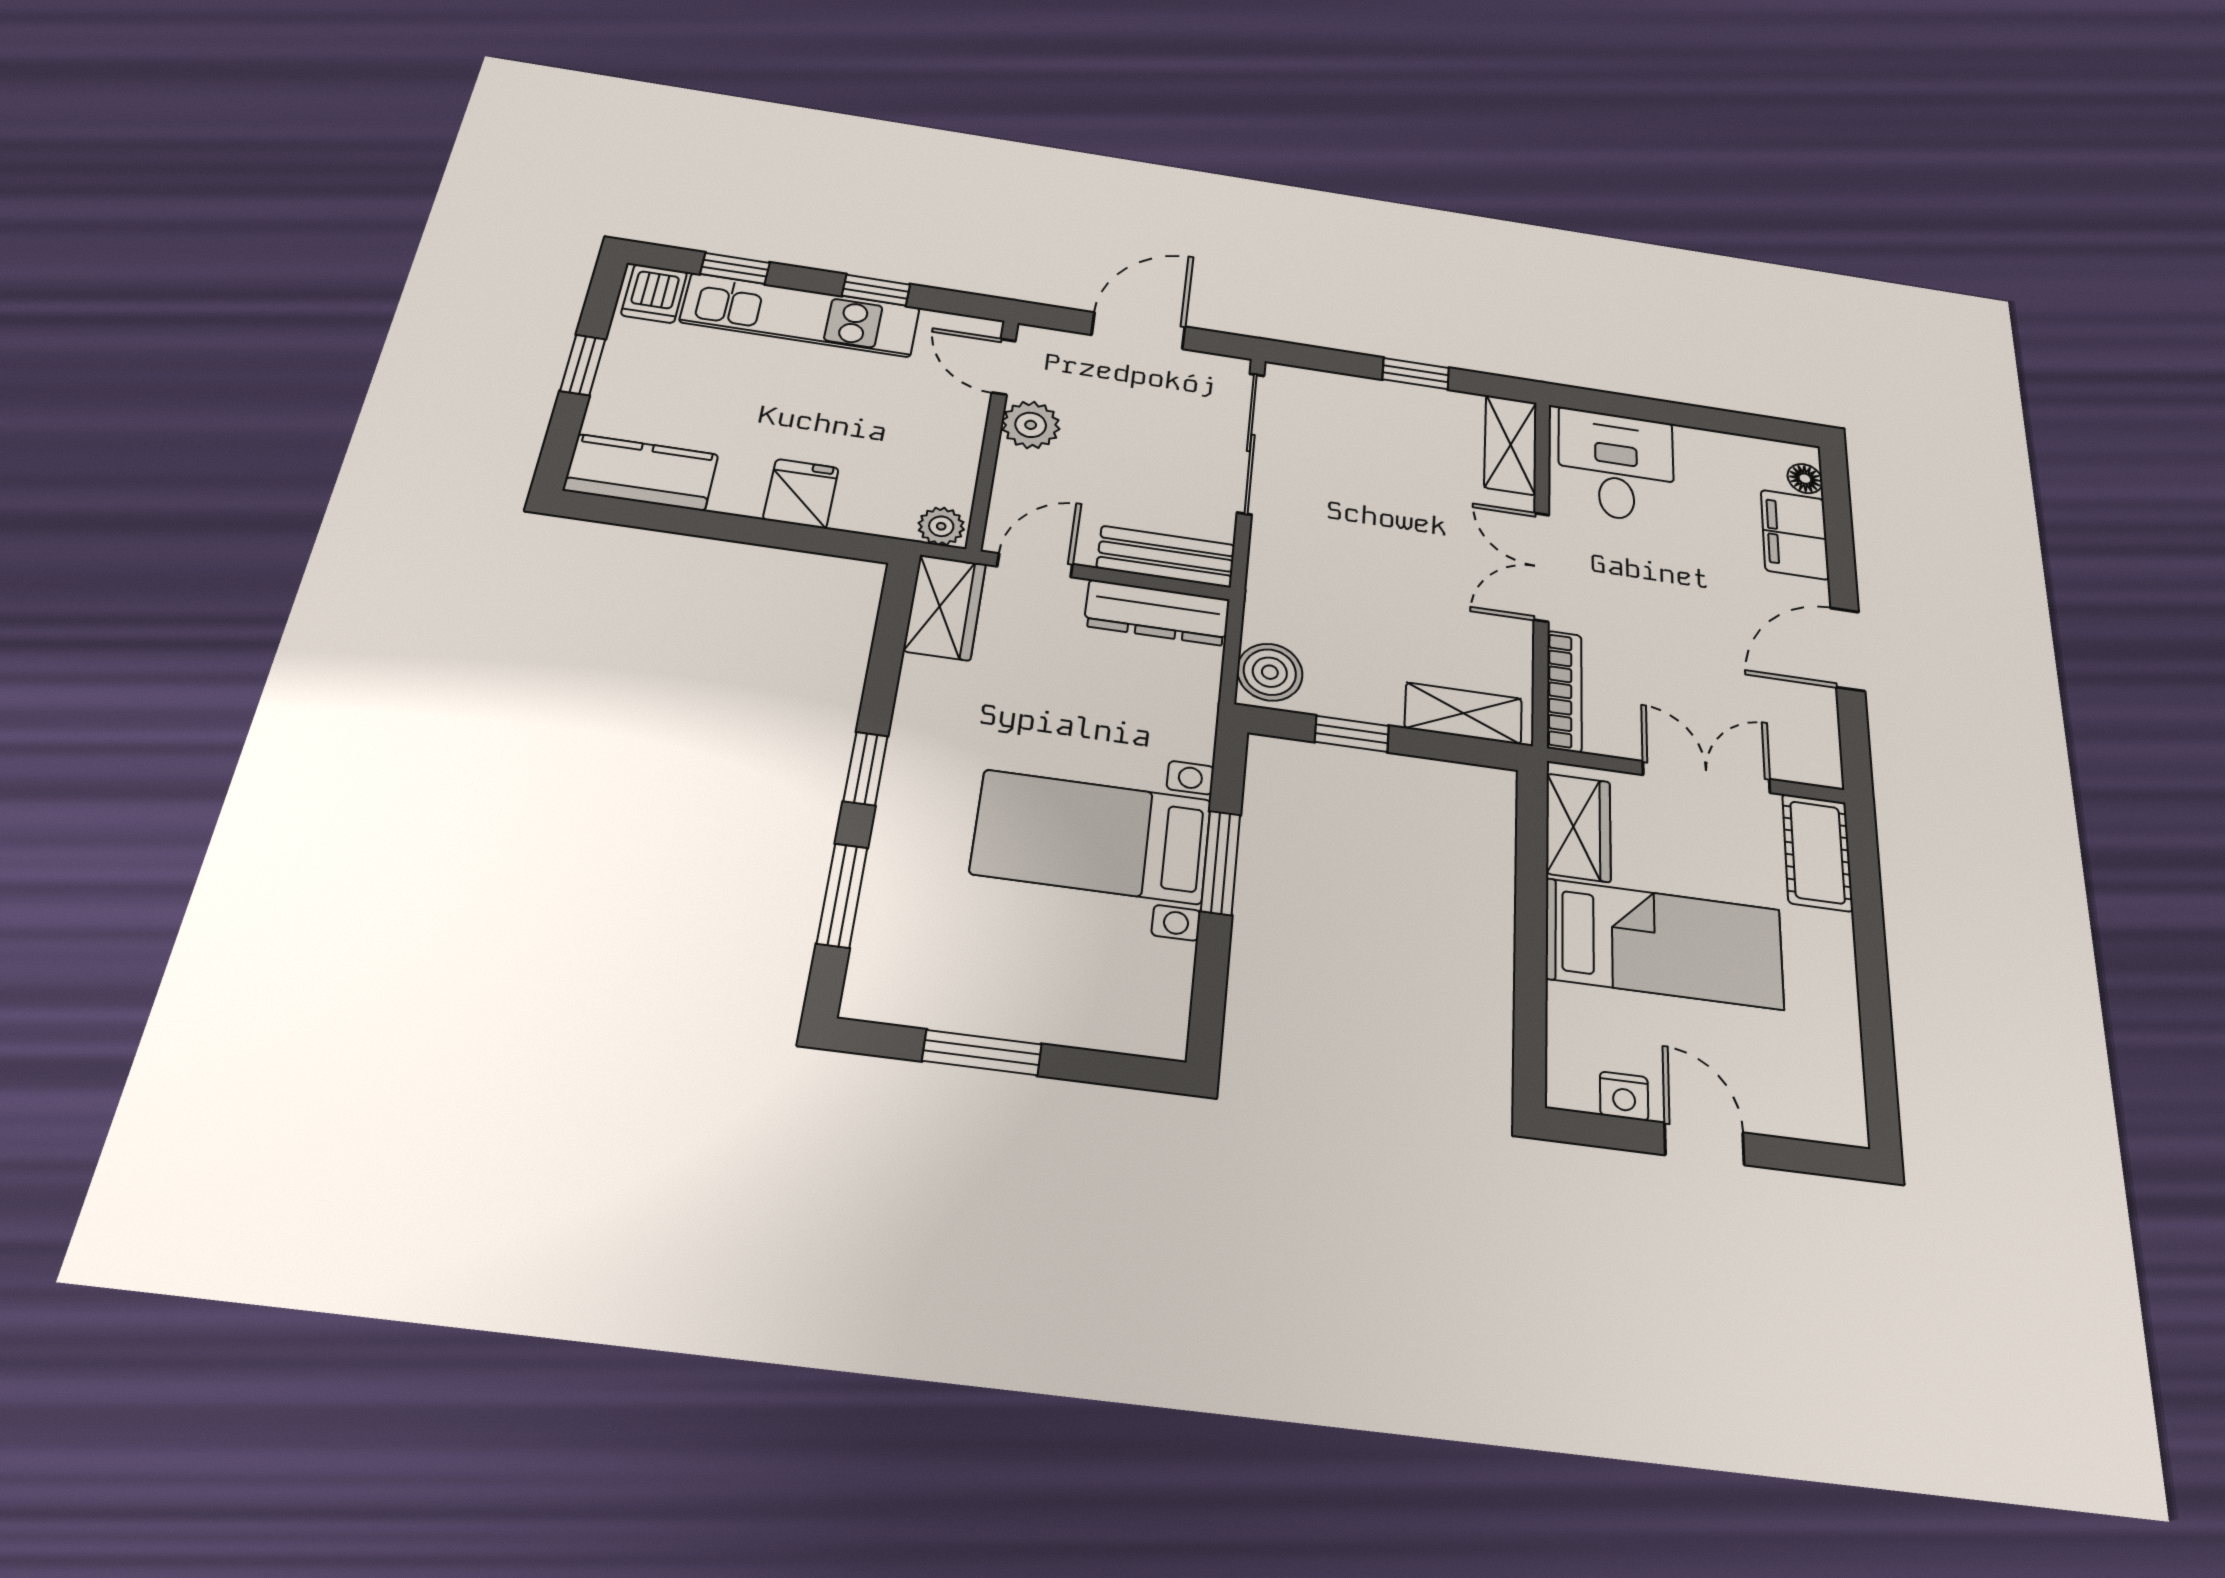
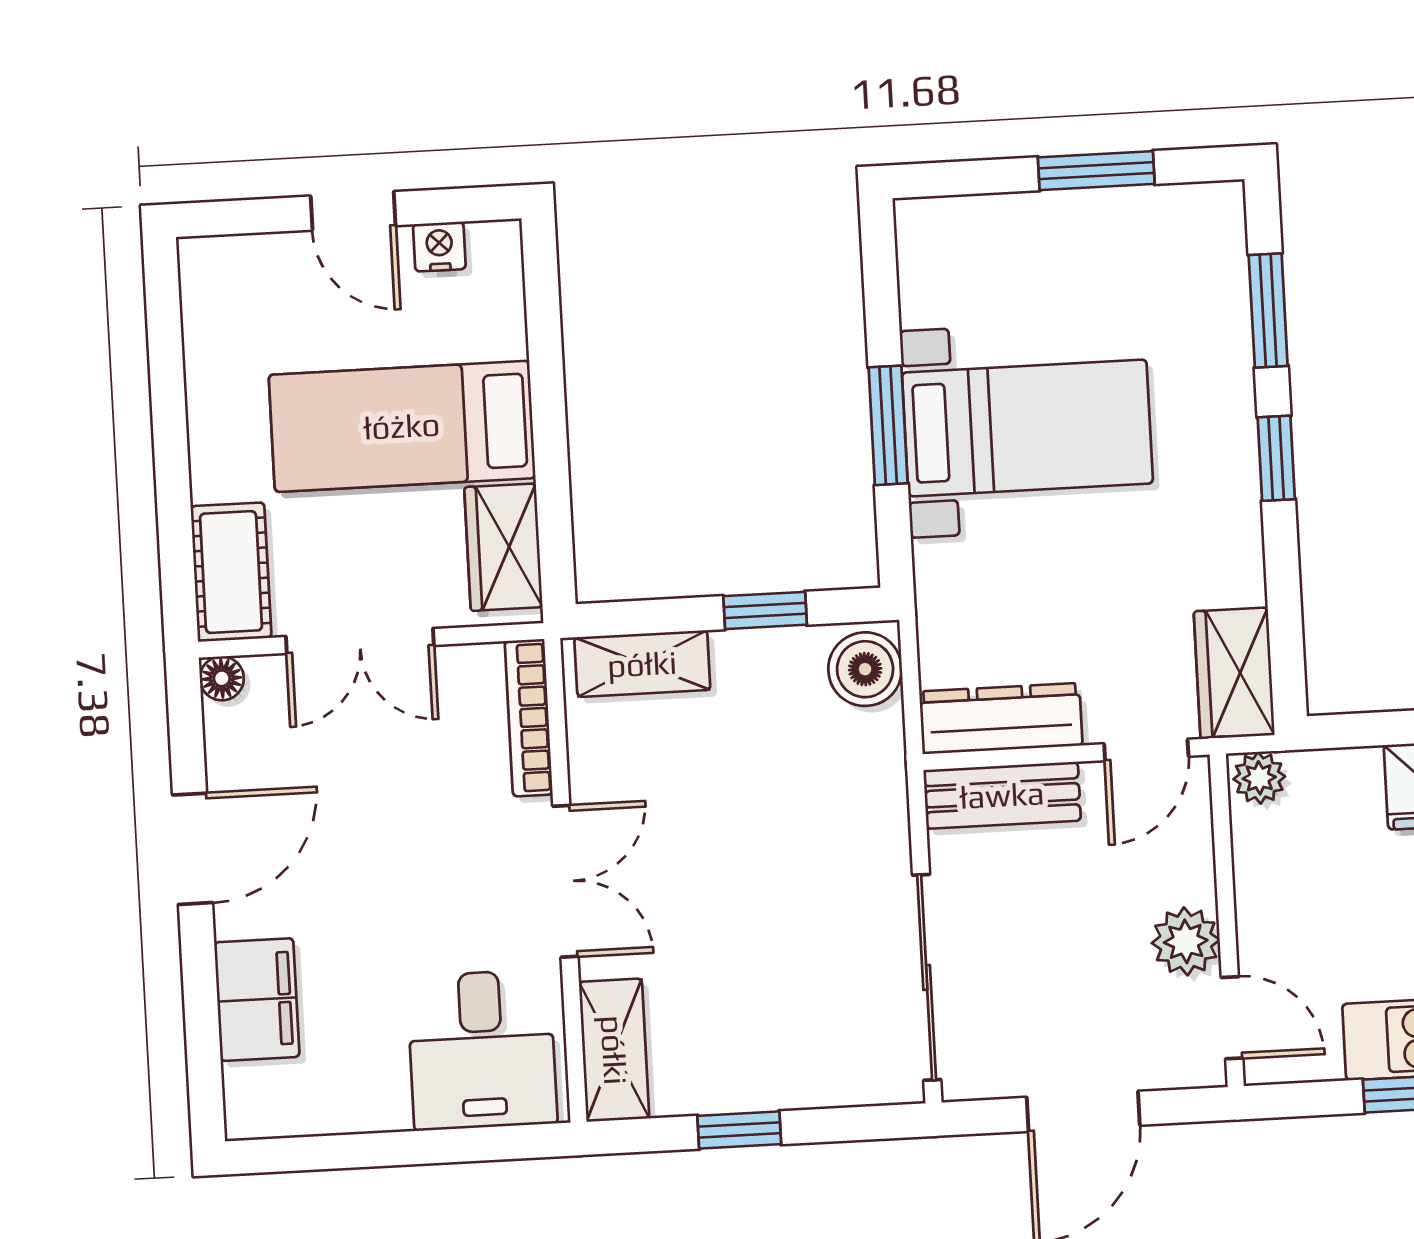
floor lamp: (1805, 479) -> (222, 678), moved

